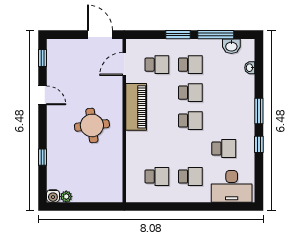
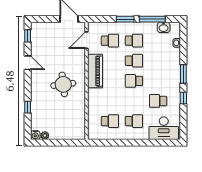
school desk: (190, 121) -> (134, 81), turned 180
school desk: (224, 149) -> (158, 101), turned 180

